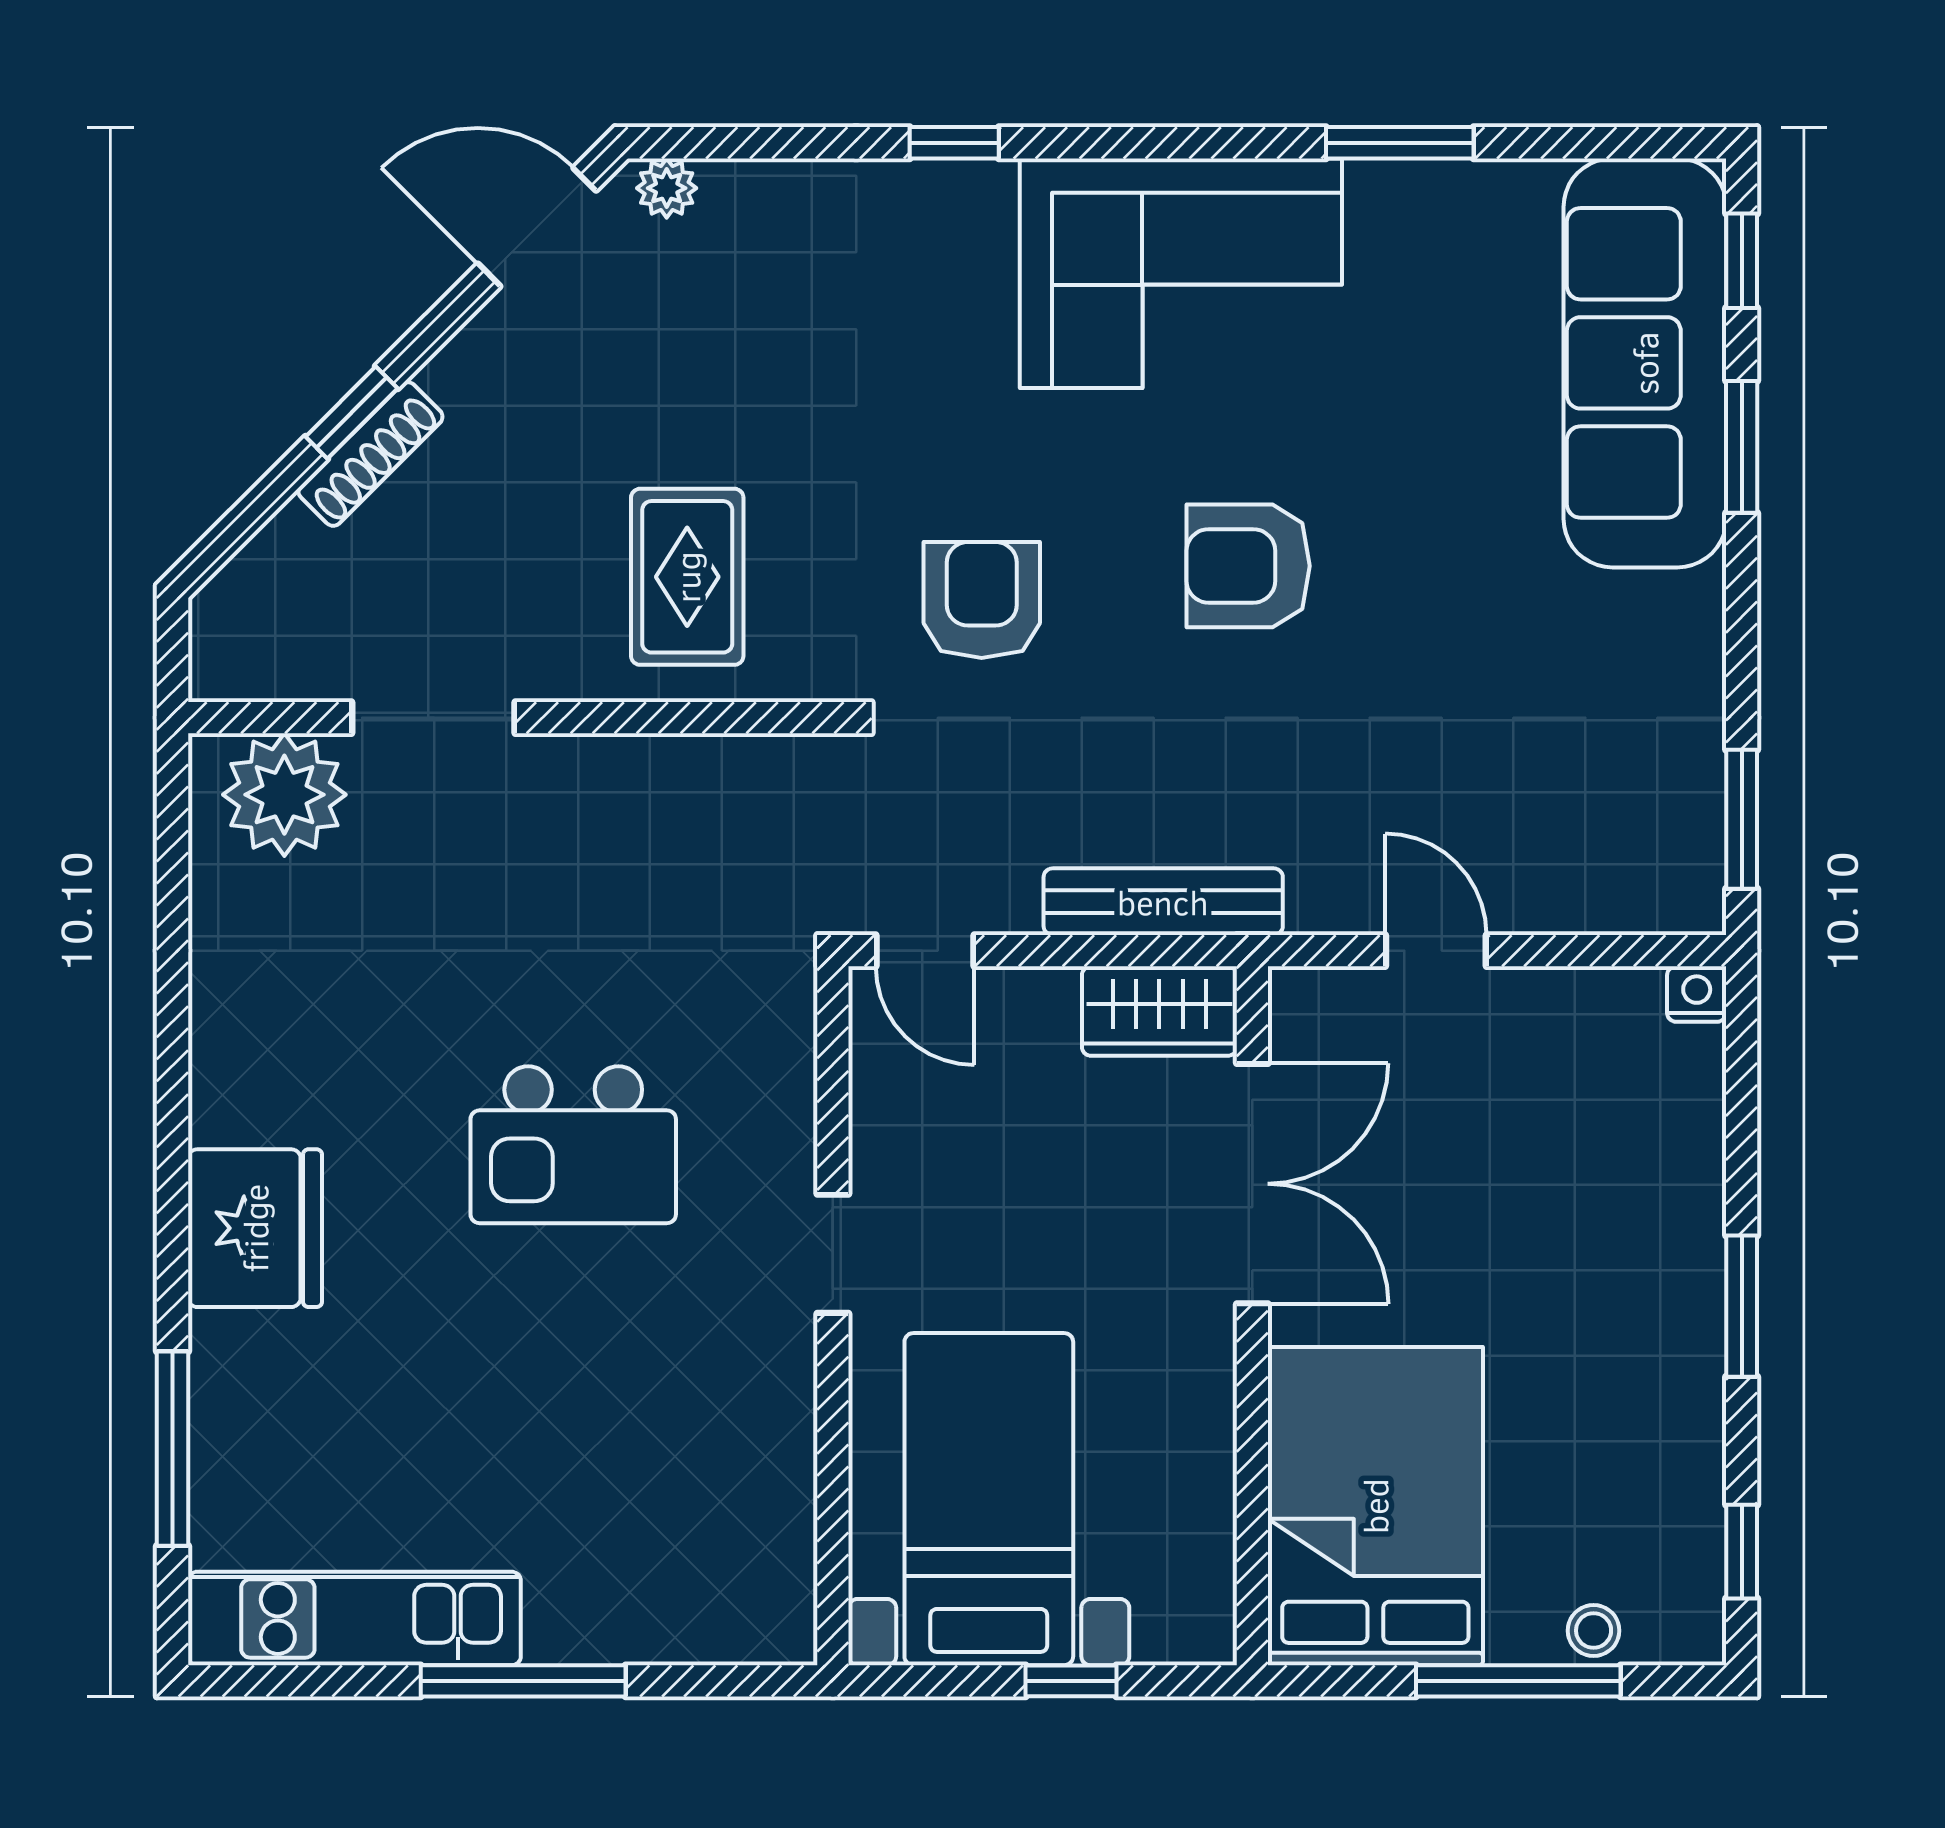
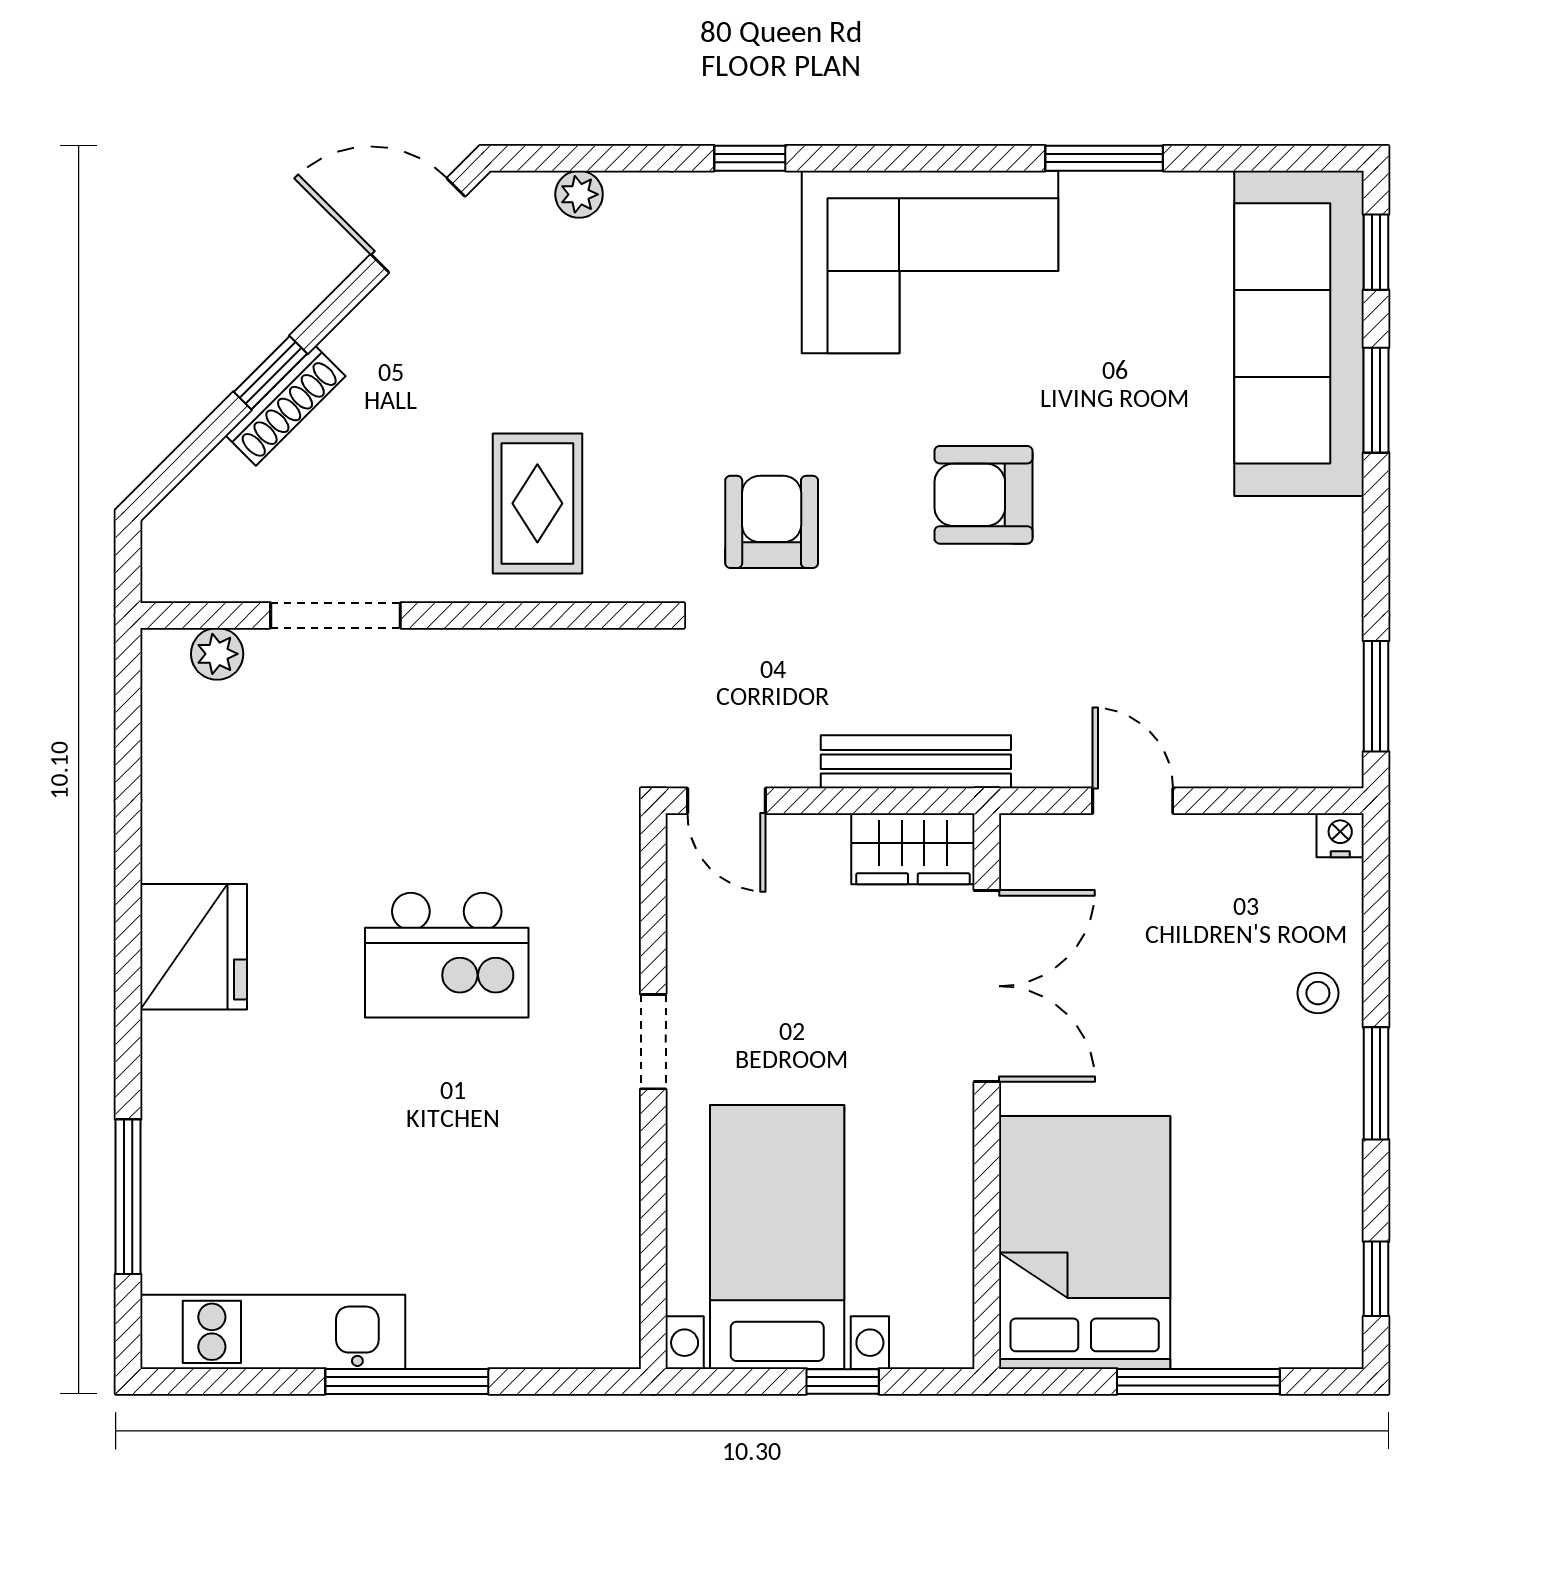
plant: (667, 188) -> (579, 194), moved
plant: (284, 795) -> (217, 654), width x0.53, depth x0.53
fridge: (255, 1228) -> (194, 947), moved
stool: (1594, 1631) -> (1318, 993), moved

